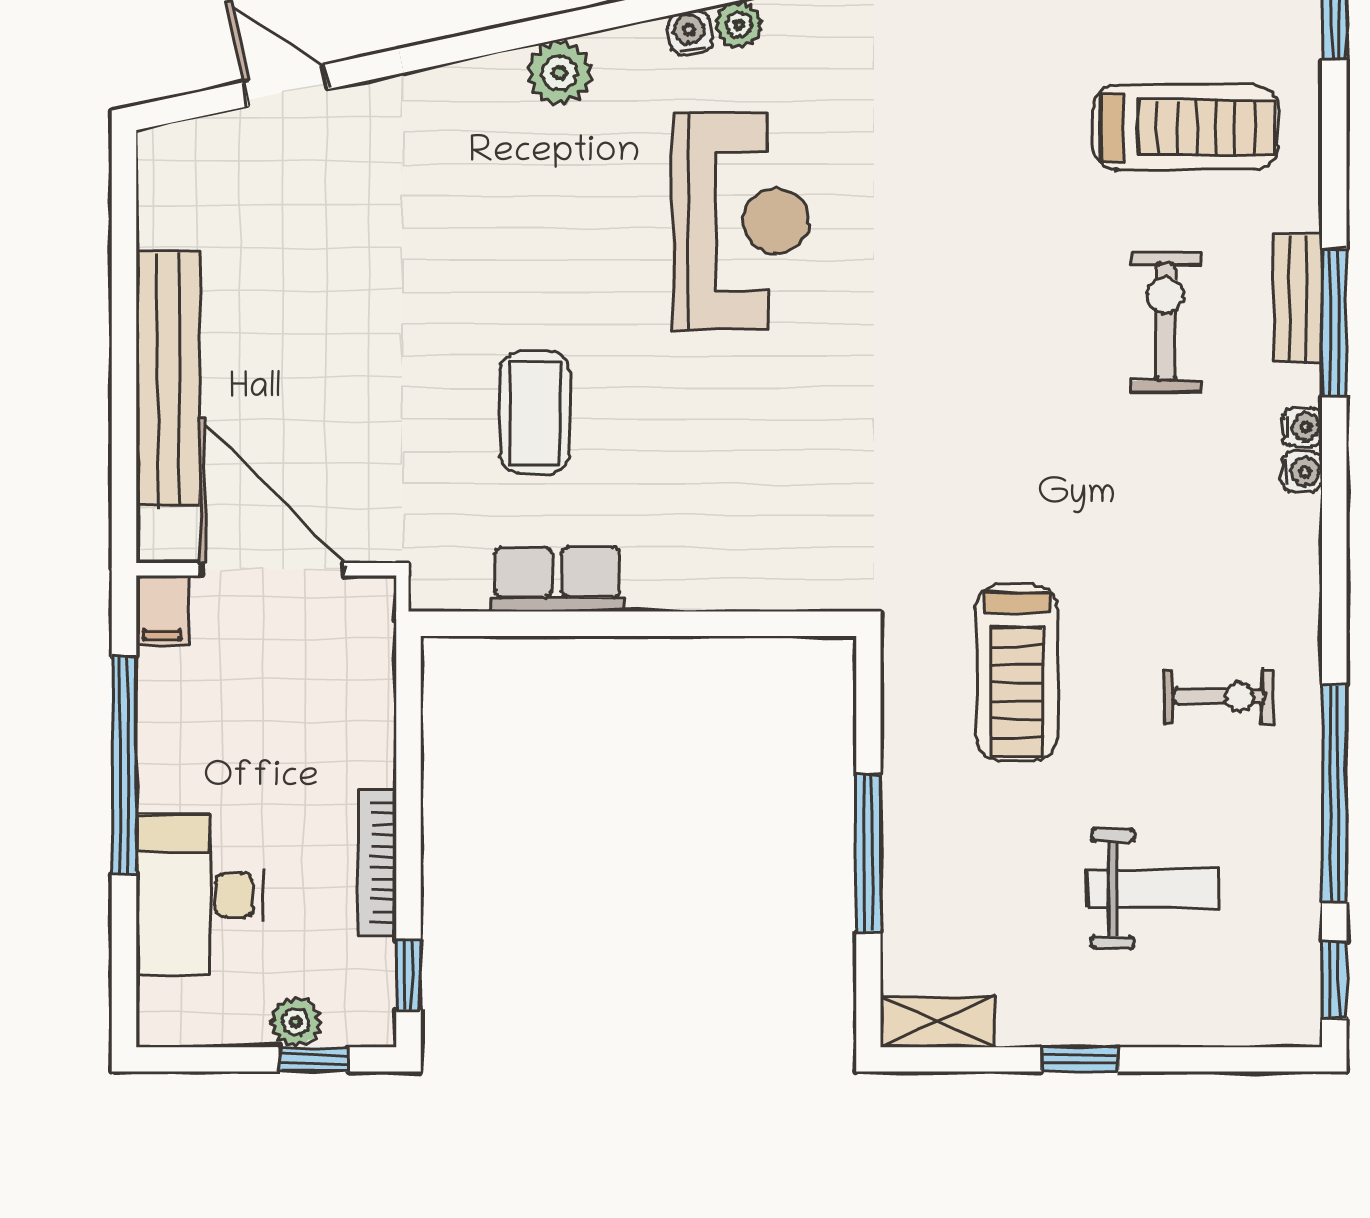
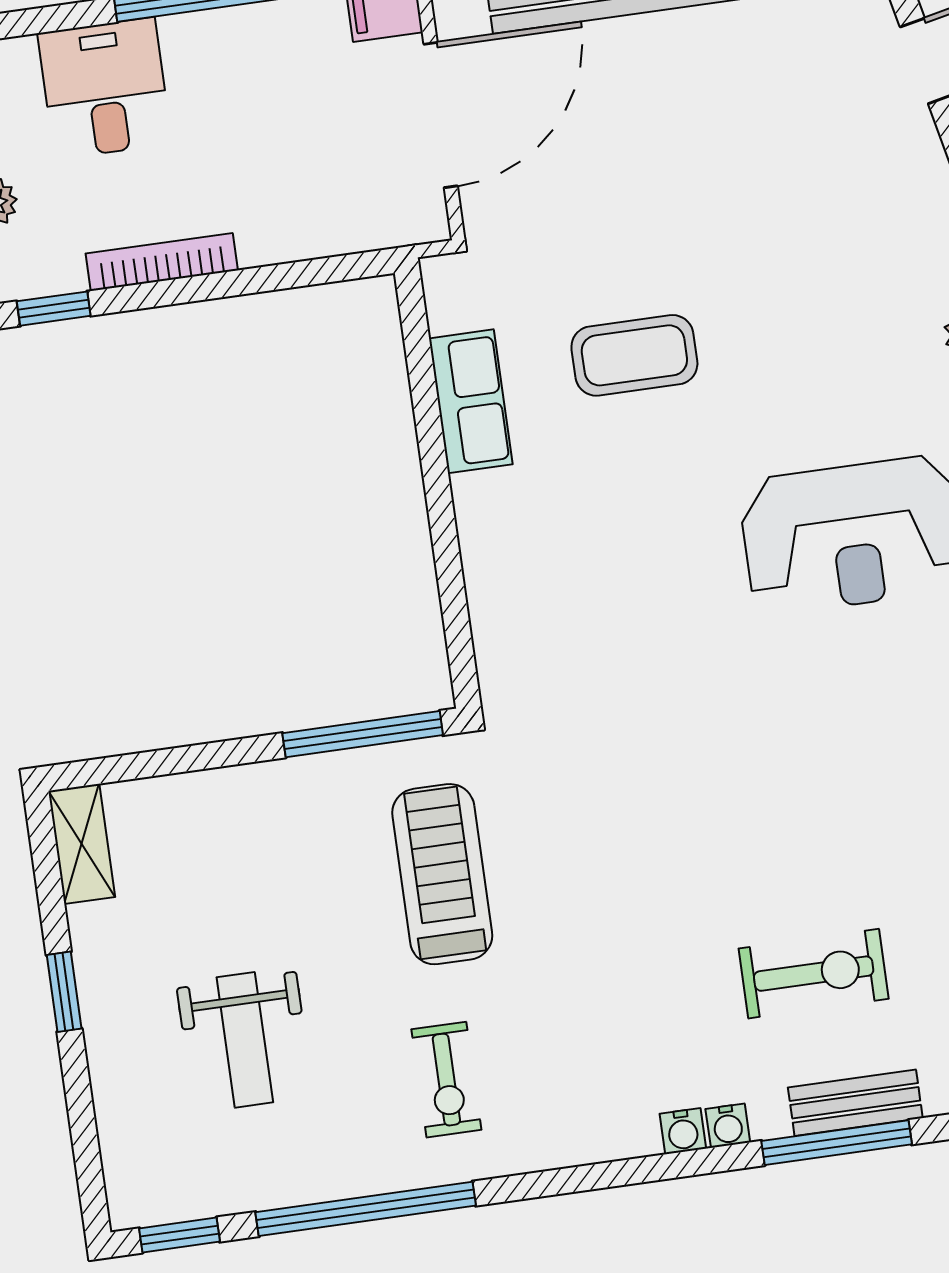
treadmill: (1017, 672) -> (442, 874), turned 90
window: (868, 853) -> (363, 734), moved
desk: (200, 895) -> (105, 88), width x0.73

